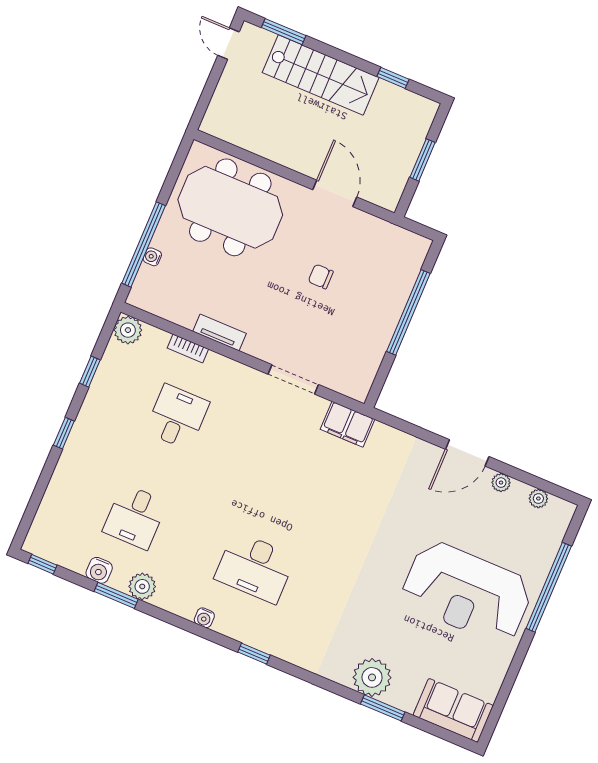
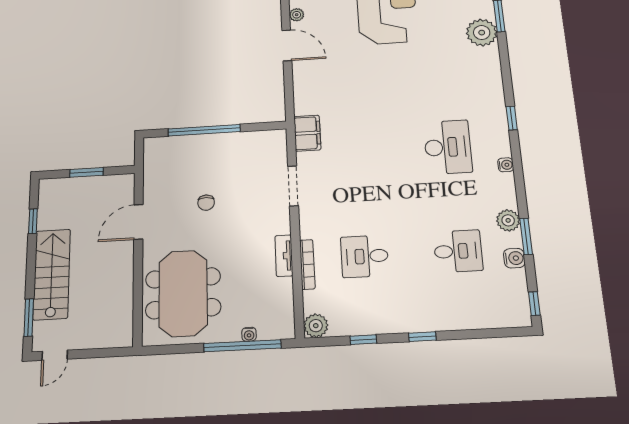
bookcase: (188, 348) -> (307, 264), width x1.56

